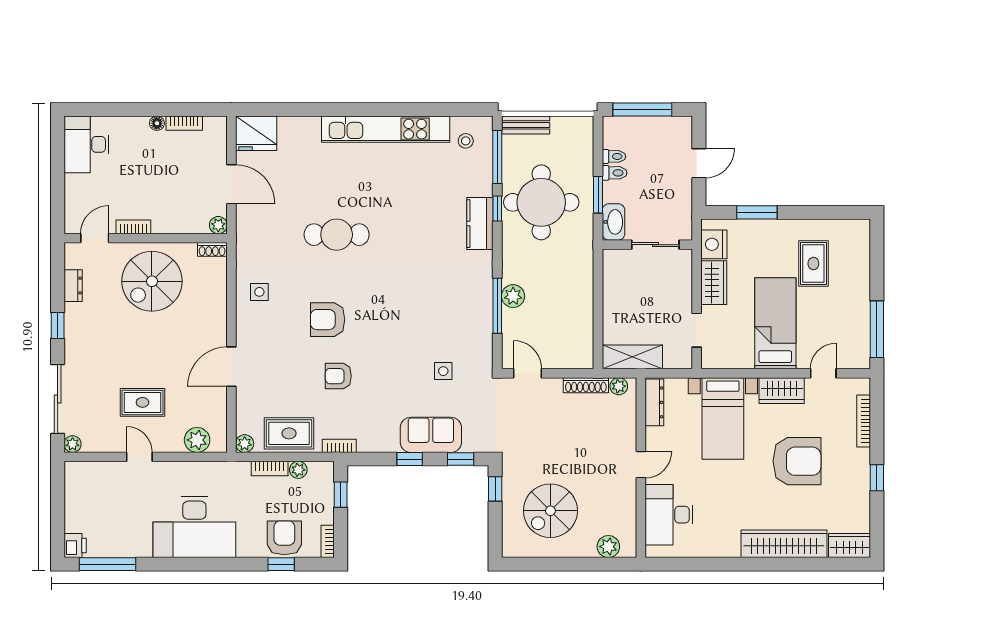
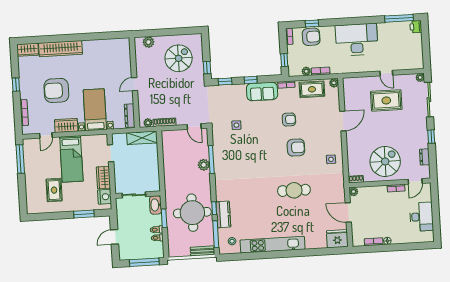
desk: (86, 144) -> (421, 217), moved
kitchen counter: (480, 224) -> (223, 214), moved
rug: (142, 402) -> (386, 100), width x1.36, depth x1.43
sofa: (431, 435) -> (262, 91), moved
plant: (197, 440) -> (358, 83), removed
desk: (669, 515) -> (119, 60), removed
armchair: (284, 538) -> (311, 37), turned -91

